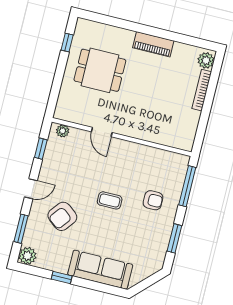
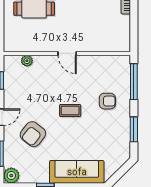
plant: (63, 131) -> (27, 61), moved
door: (102, 132) -> (67, 53), moved

